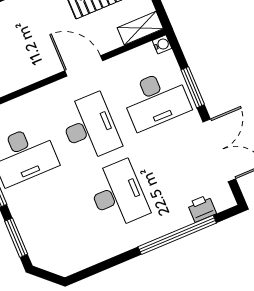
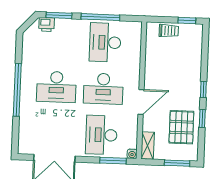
window: (193, 87) -> (113, 161), moved
printer: (202, 208) -> (47, 25), moved, turned 90
window: (177, 235) -> (17, 90), moved

